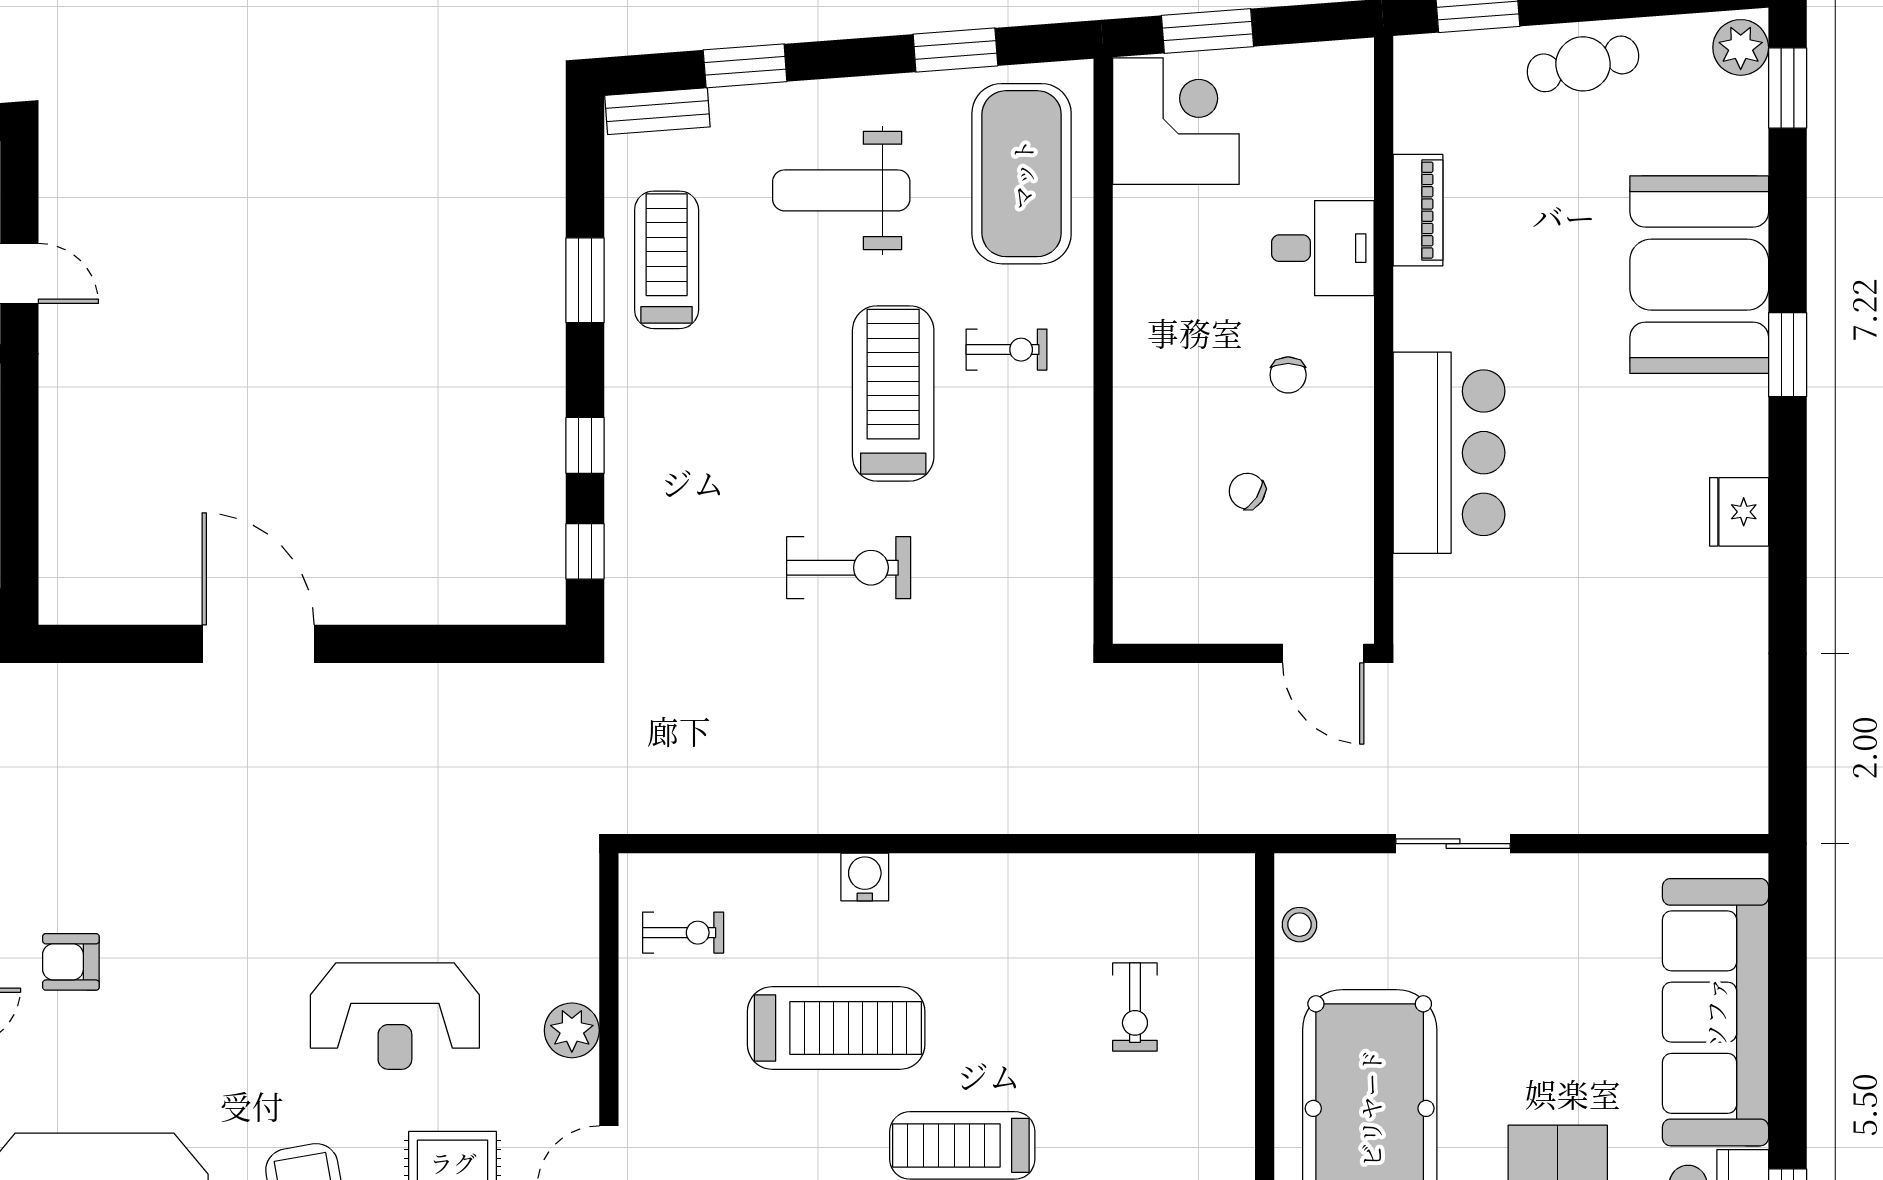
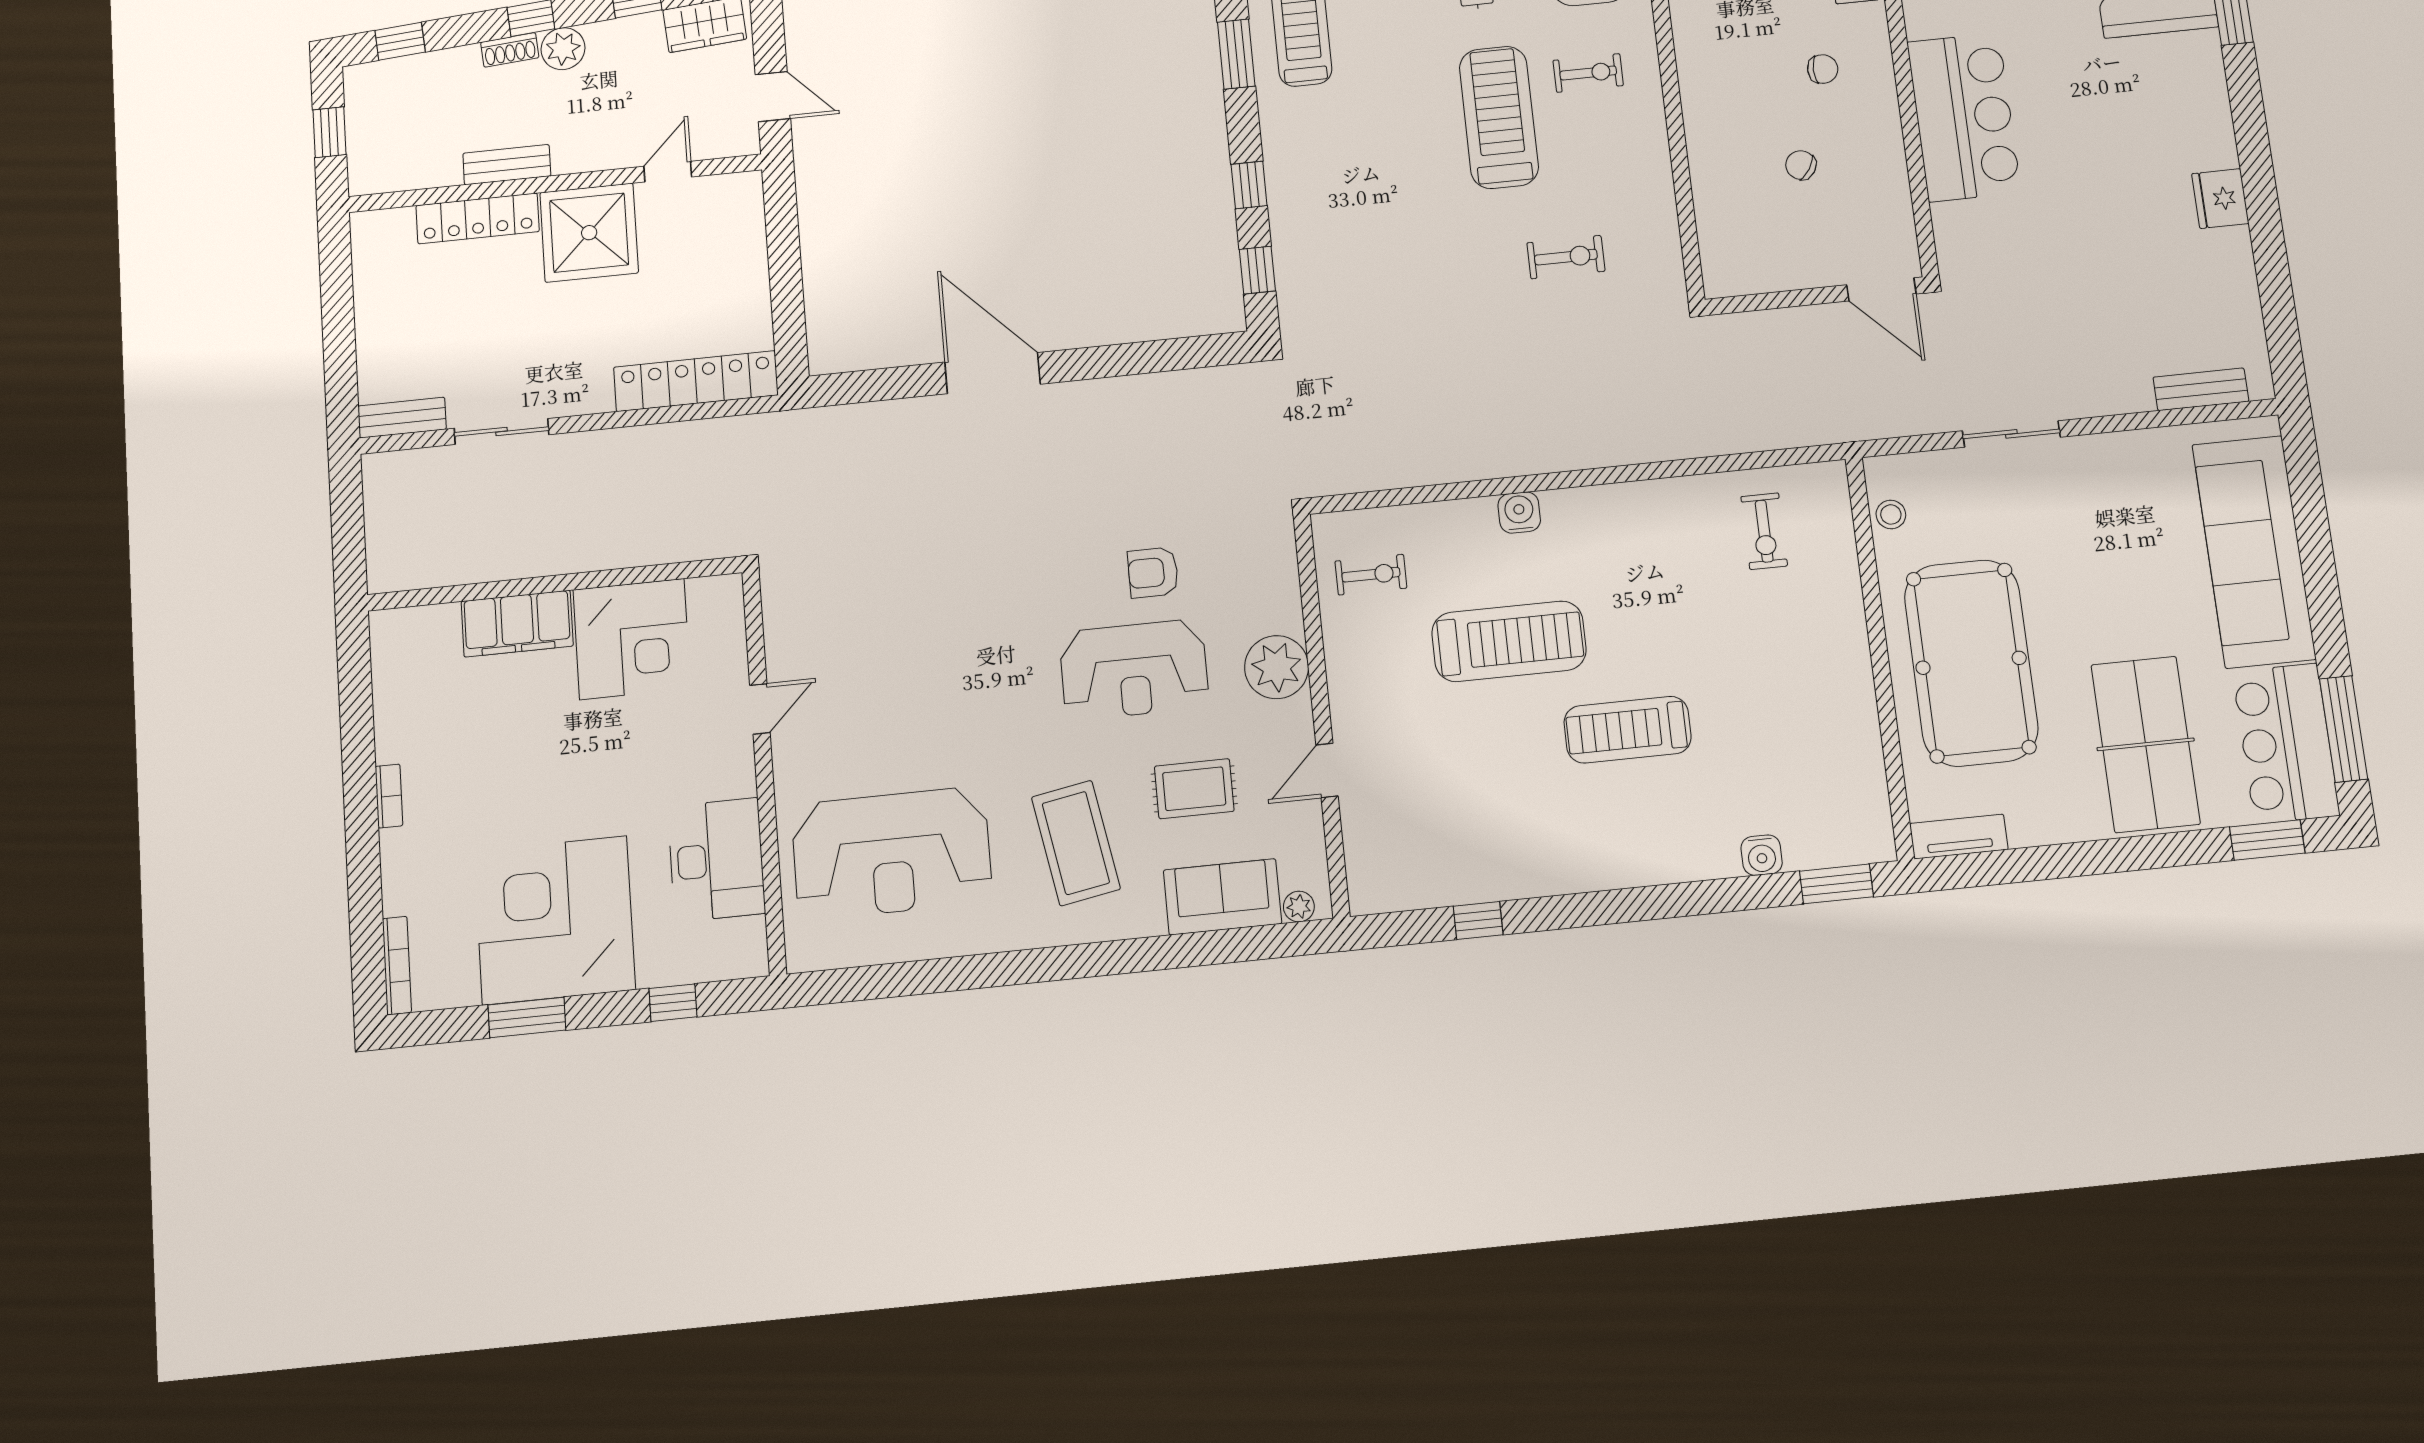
chair: (1288, 375) -> (1823, 69), turned -90
fridge: (1739, 512) -> (2220, 199), moved
exercise bike: (849, 568) -> (1566, 257), moved, width x0.73, depth x0.72
bench: (1682, 813) -> (2201, 389), added
armchair: (71, 962) -> (1153, 572), moved
exercise bike: (1135, 1007) -> (1764, 531), moved
plant: (572, 1030) -> (1277, 667), width x1.36, depth x1.36

